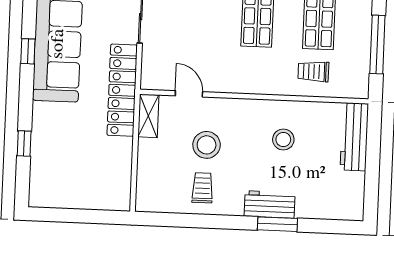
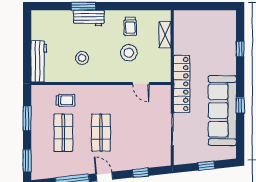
window: (377, 45) -> (27, 118), width x0.69
shelving: (148, 116) -> (165, 35), moved

